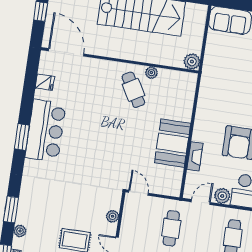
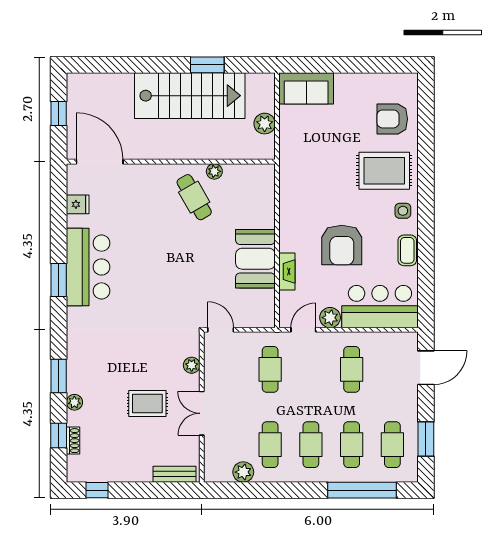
plant: (192, 62) -> (265, 124), moved

